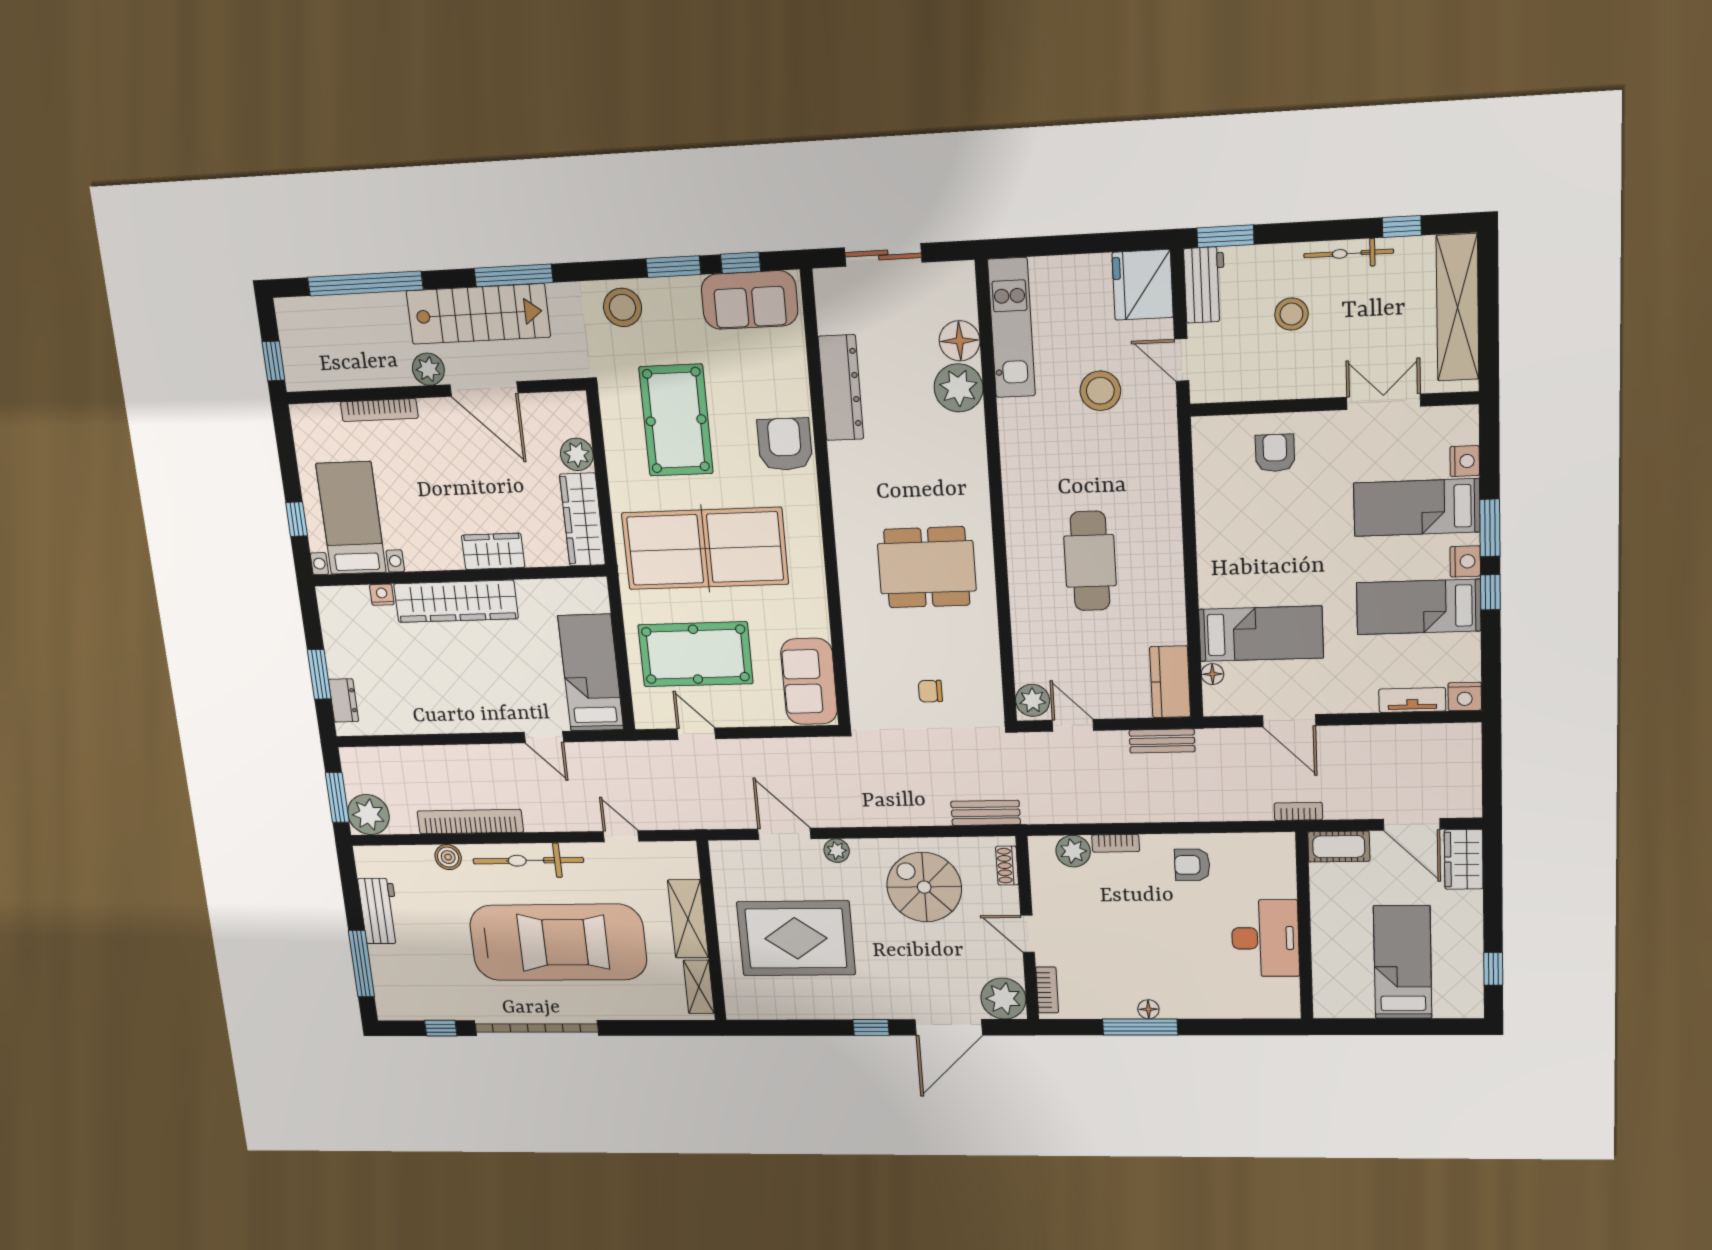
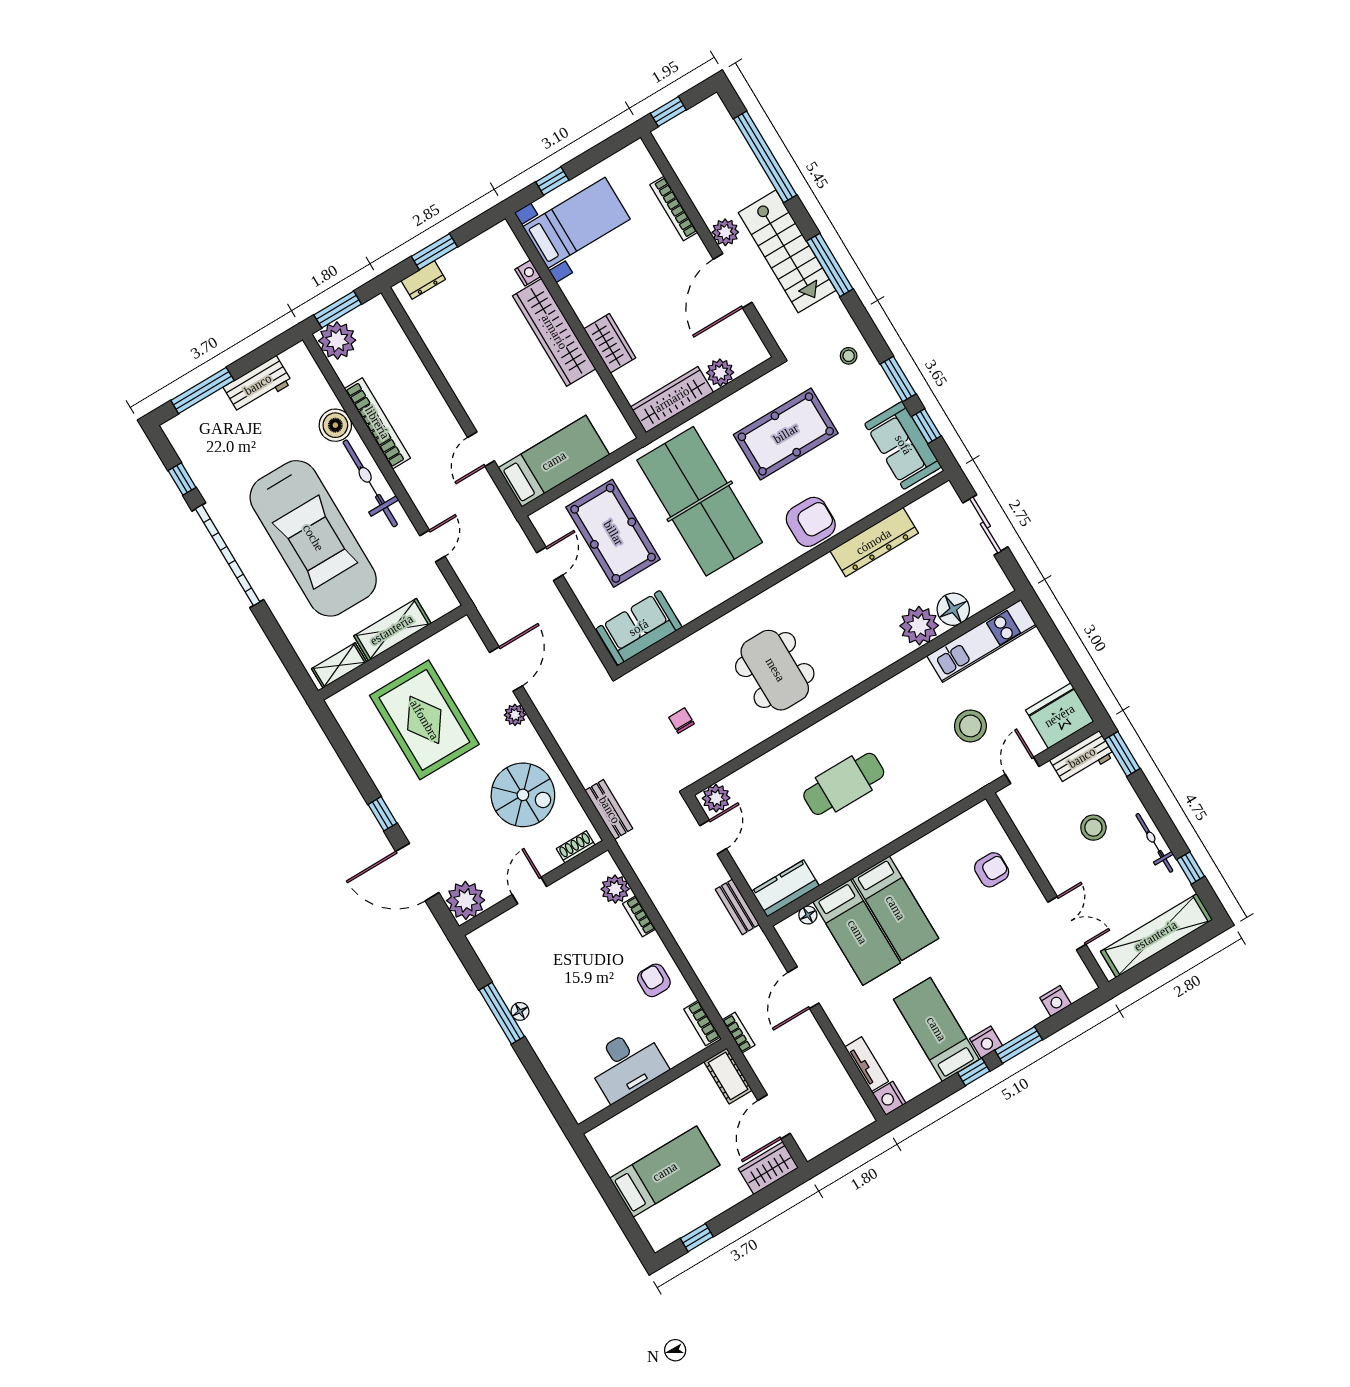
stool: (622, 307) -> (849, 356), width x0.53, depth x0.53
bed: (1417, 507) -> (895, 908), moved, turned 180
boiler: (448, 857) -> (335, 425), width x1.36, depth x1.36
spiral stairs: (924, 887) -> (523, 795), turned 90
bookcase: (1047, 990) -> (702, 1023), moved, turned 90

